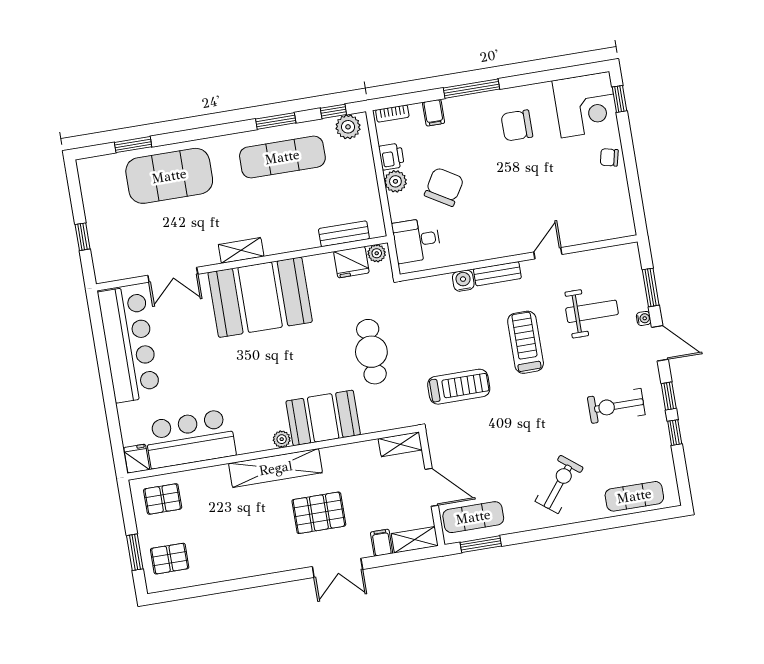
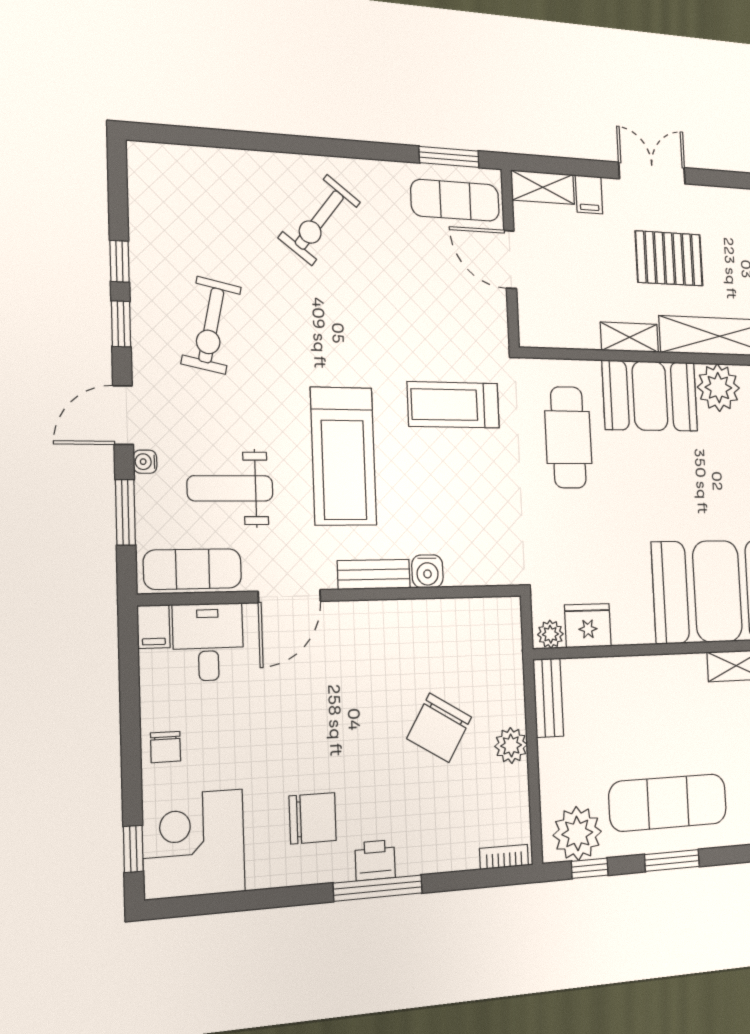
filing cabinet: (434, 113) -> (153, 627), moved, turned 180
plant: (348, 127) -> (577, 833), width x1.36, depth x1.36
printer: (391, 157) -> (375, 860), moved, turned 90
chair: (609, 157) -> (166, 747), turned 77
bench: (344, 234) -> (548, 698), moved, turned 90
desk: (416, 240) -> (208, 642), moved, turned -90
door: (548, 253) -> (289, 596), width x1.38
treadmill: (526, 342) -> (343, 456), width x1.37, depth x1.38
door: (660, 343) -> (123, 415), hinge flipped
cafe table: (371, 352) -> (568, 437), moved
exercise bike: (616, 406) -> (211, 325), turned 102
plant: (282, 439) -> (718, 388), width x1.88, depth x1.88
shelving: (400, 444) -> (629, 337), moved
exercise mat: (634, 496) -> (193, 569), moved

